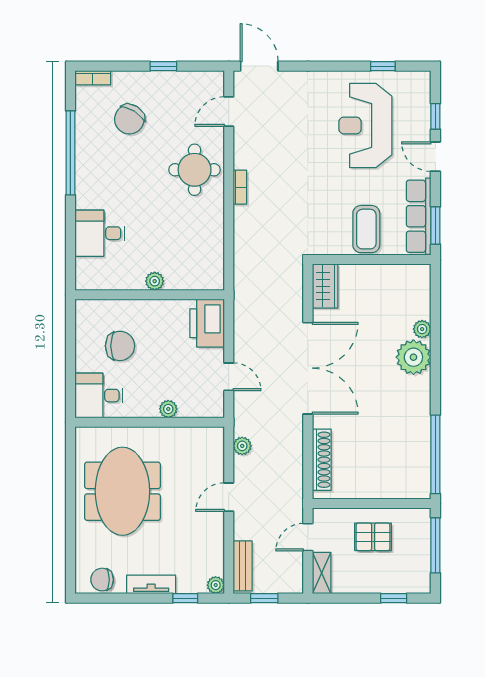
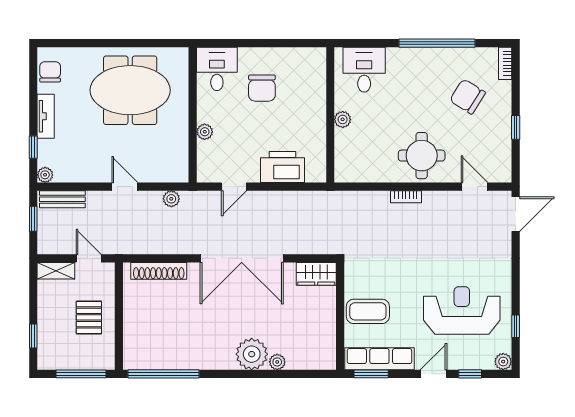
plant: (422, 80) -> (503, 362), added
plant: (155, 281) -> (343, 119), moved
wall: (150, 295) -> (330, 115), moved

